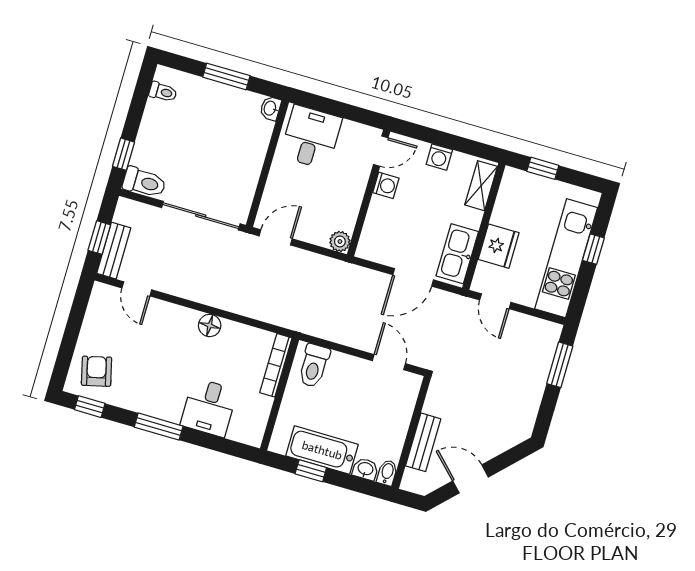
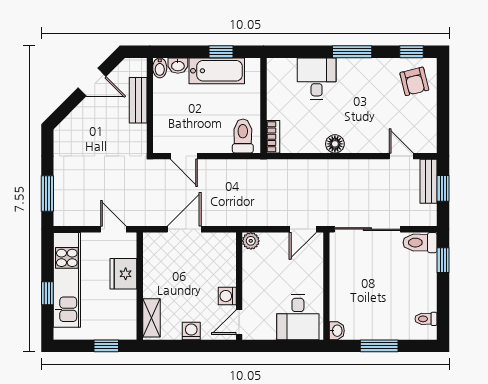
kitchen sink: (457, 254) -> (155, 258), removed
bookcase: (276, 365) -> (273, 137), width x0.64

